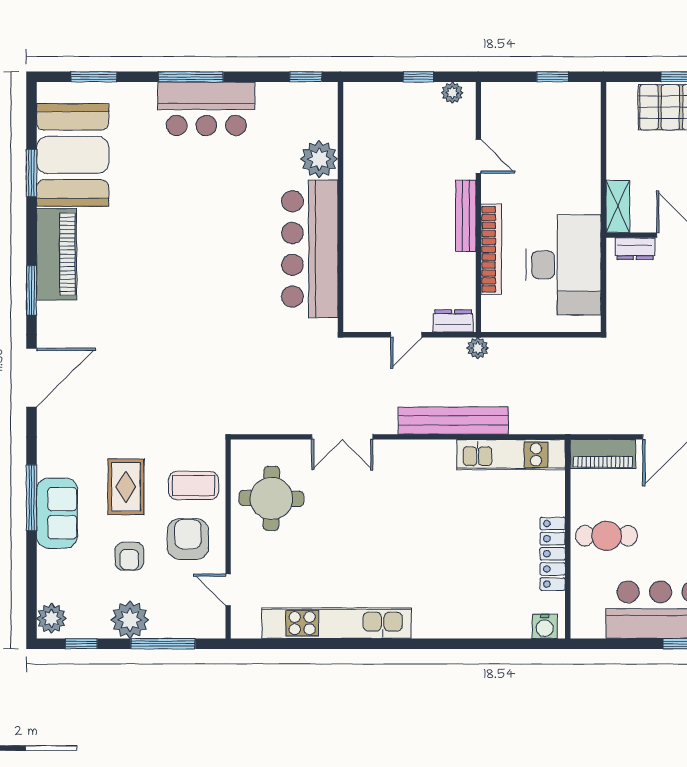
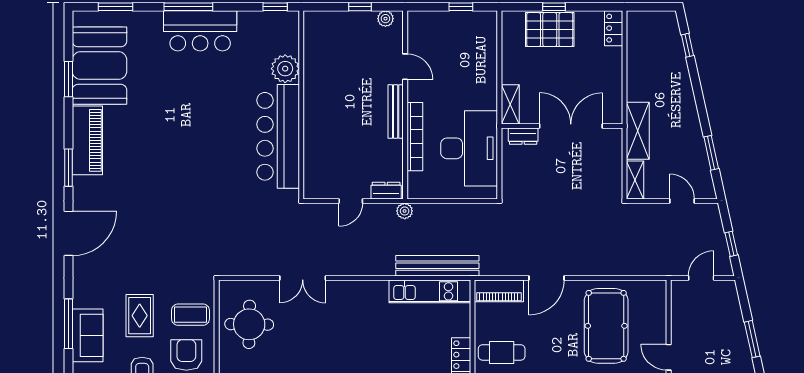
bench: (453, 421) -> (437, 266), moved

